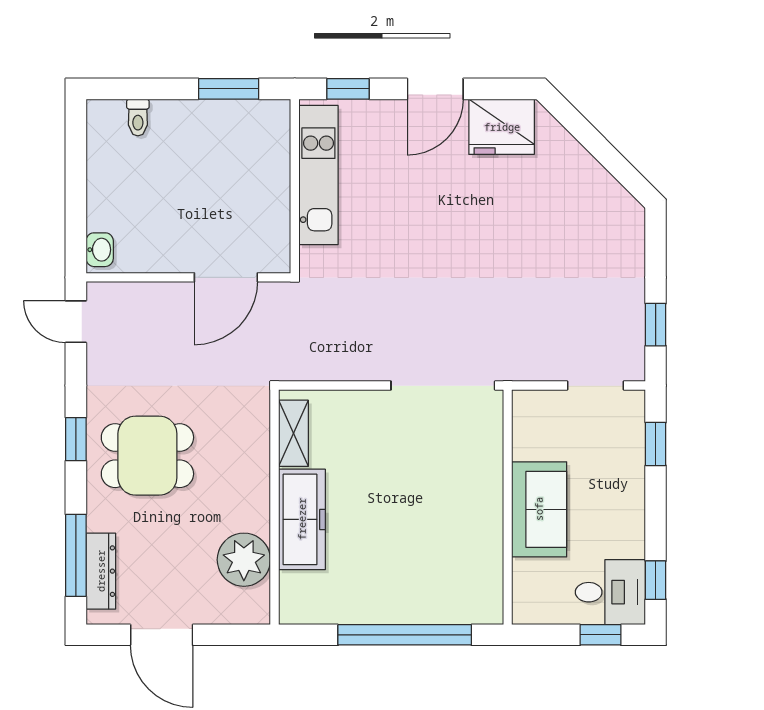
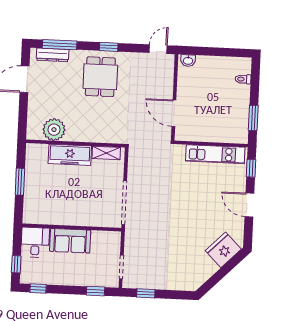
fridge: (502, 127) -> (223, 250), moved, turned 45
shelving: (293, 433) -> (106, 153), moved
wall: (275, 507) -> (76, 144), moved
freezer: (302, 519) -> (70, 155), moved
plant: (244, 560) -> (54, 130), moved
desk: (610, 592) -> (35, 242), moved, turned 180
window: (405, 635) -> (20, 182), width x0.47

